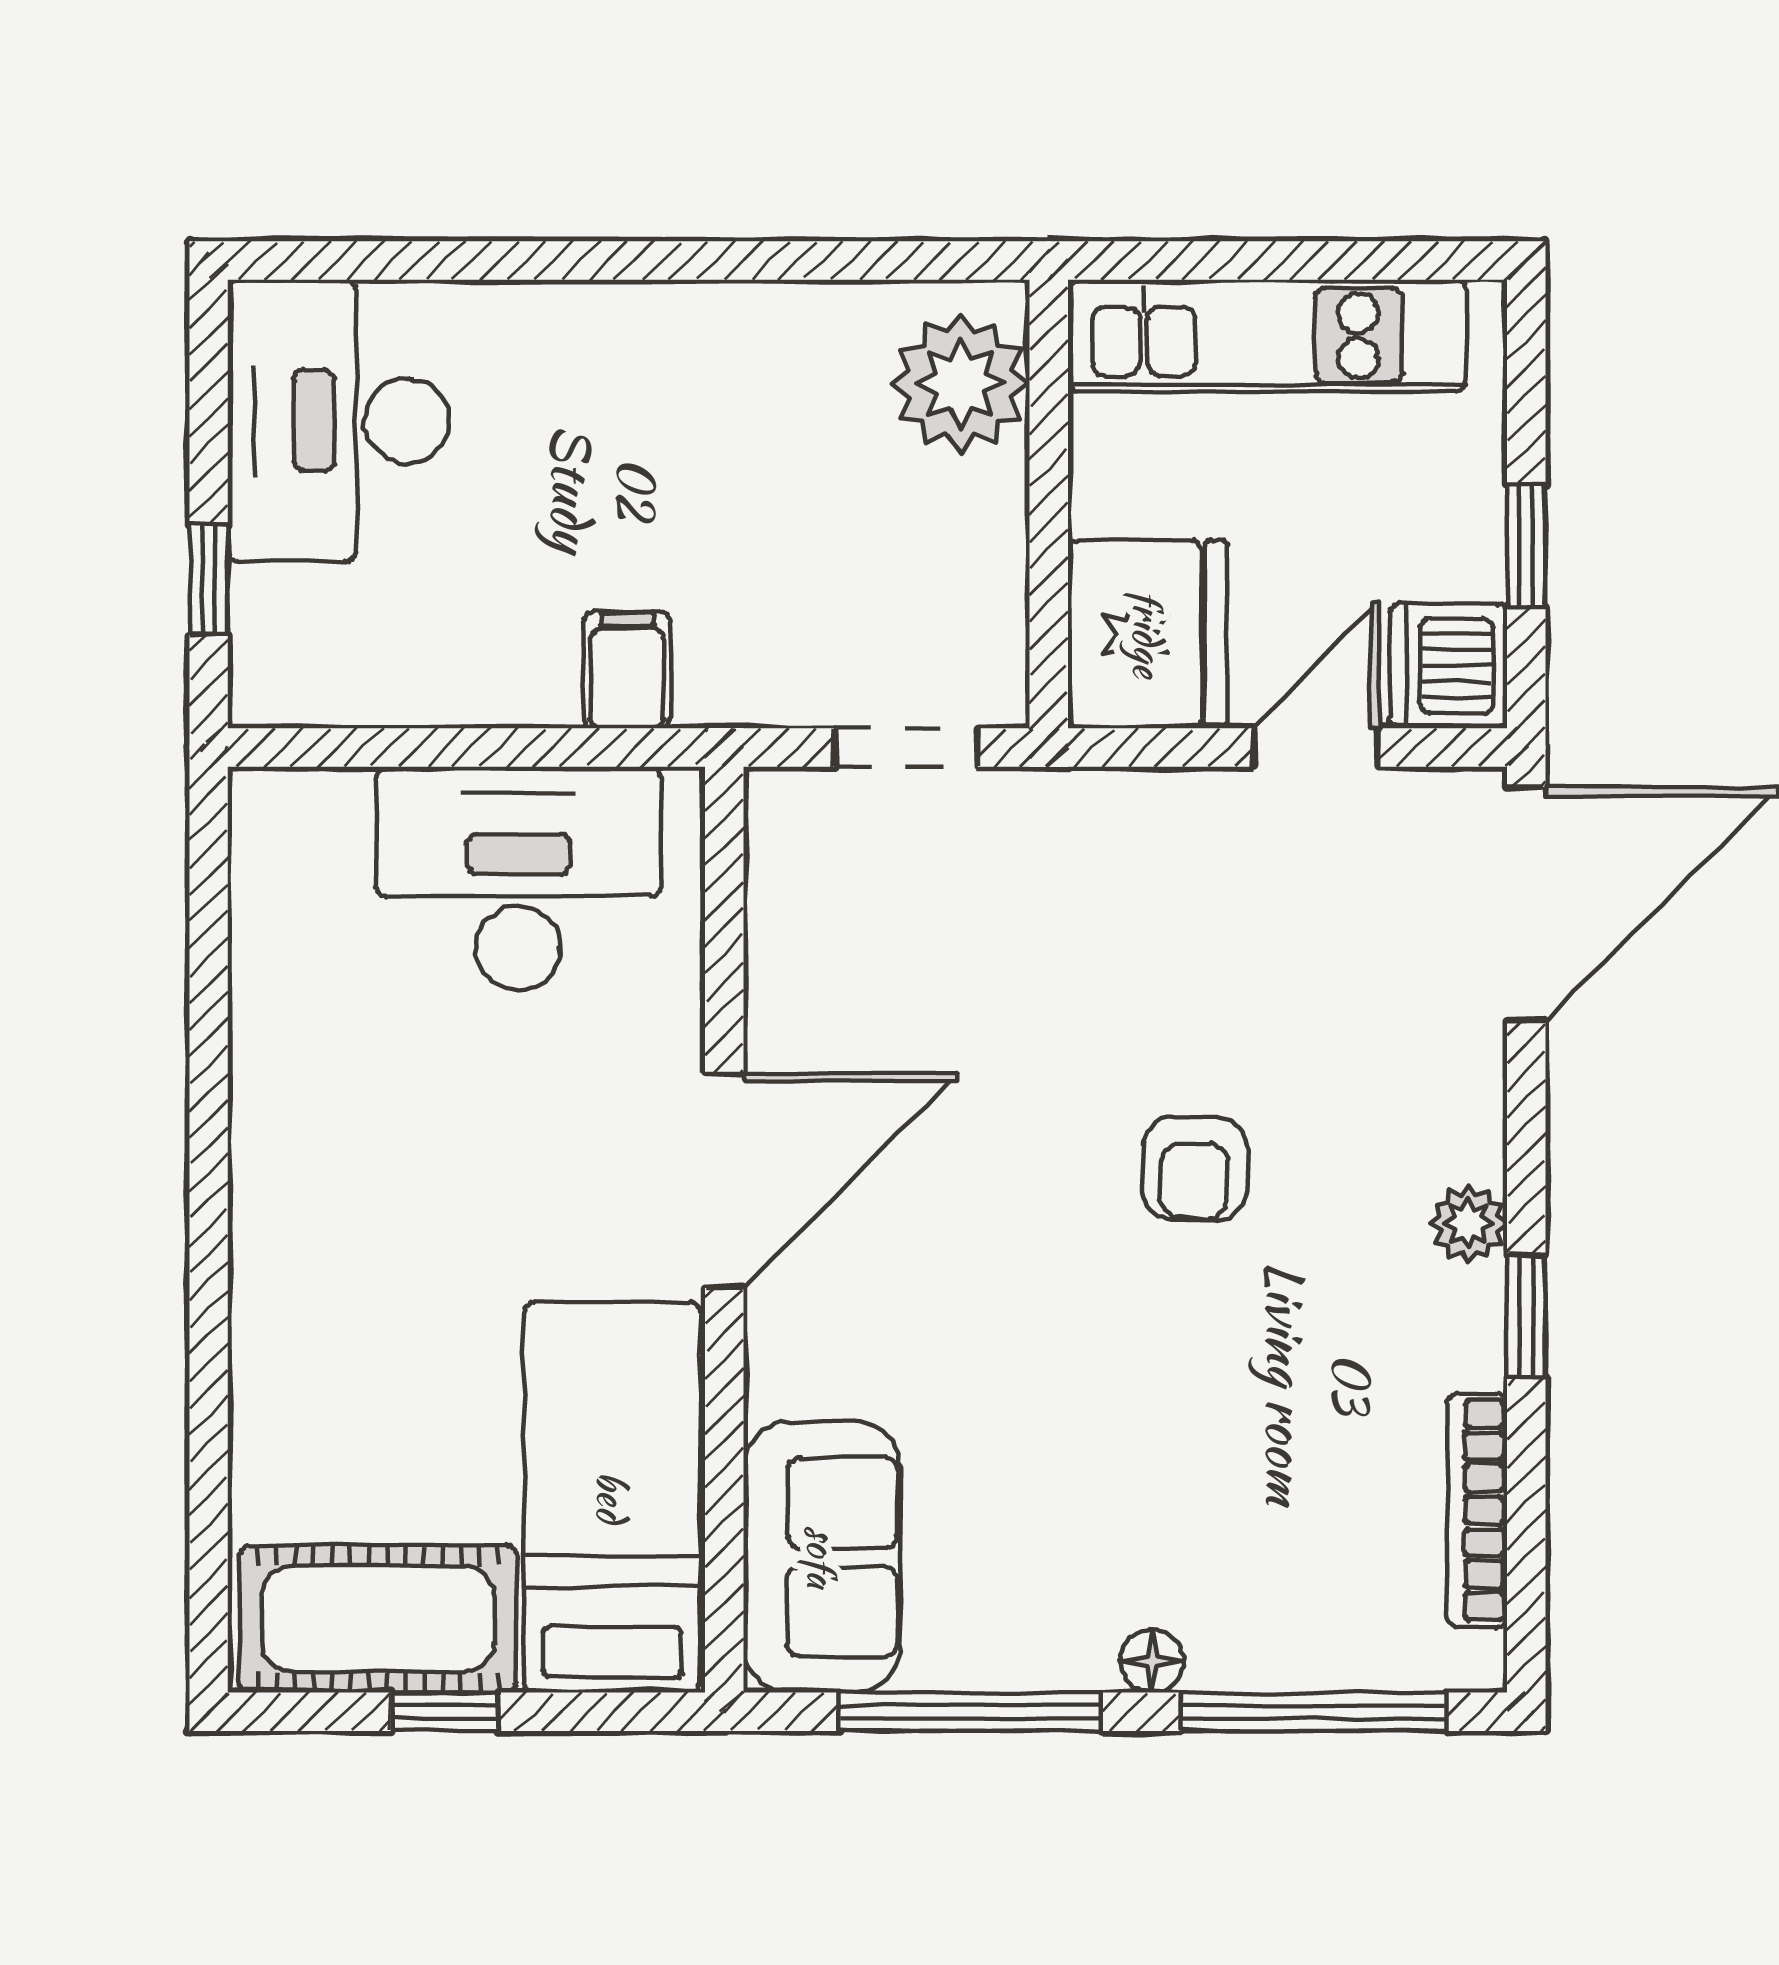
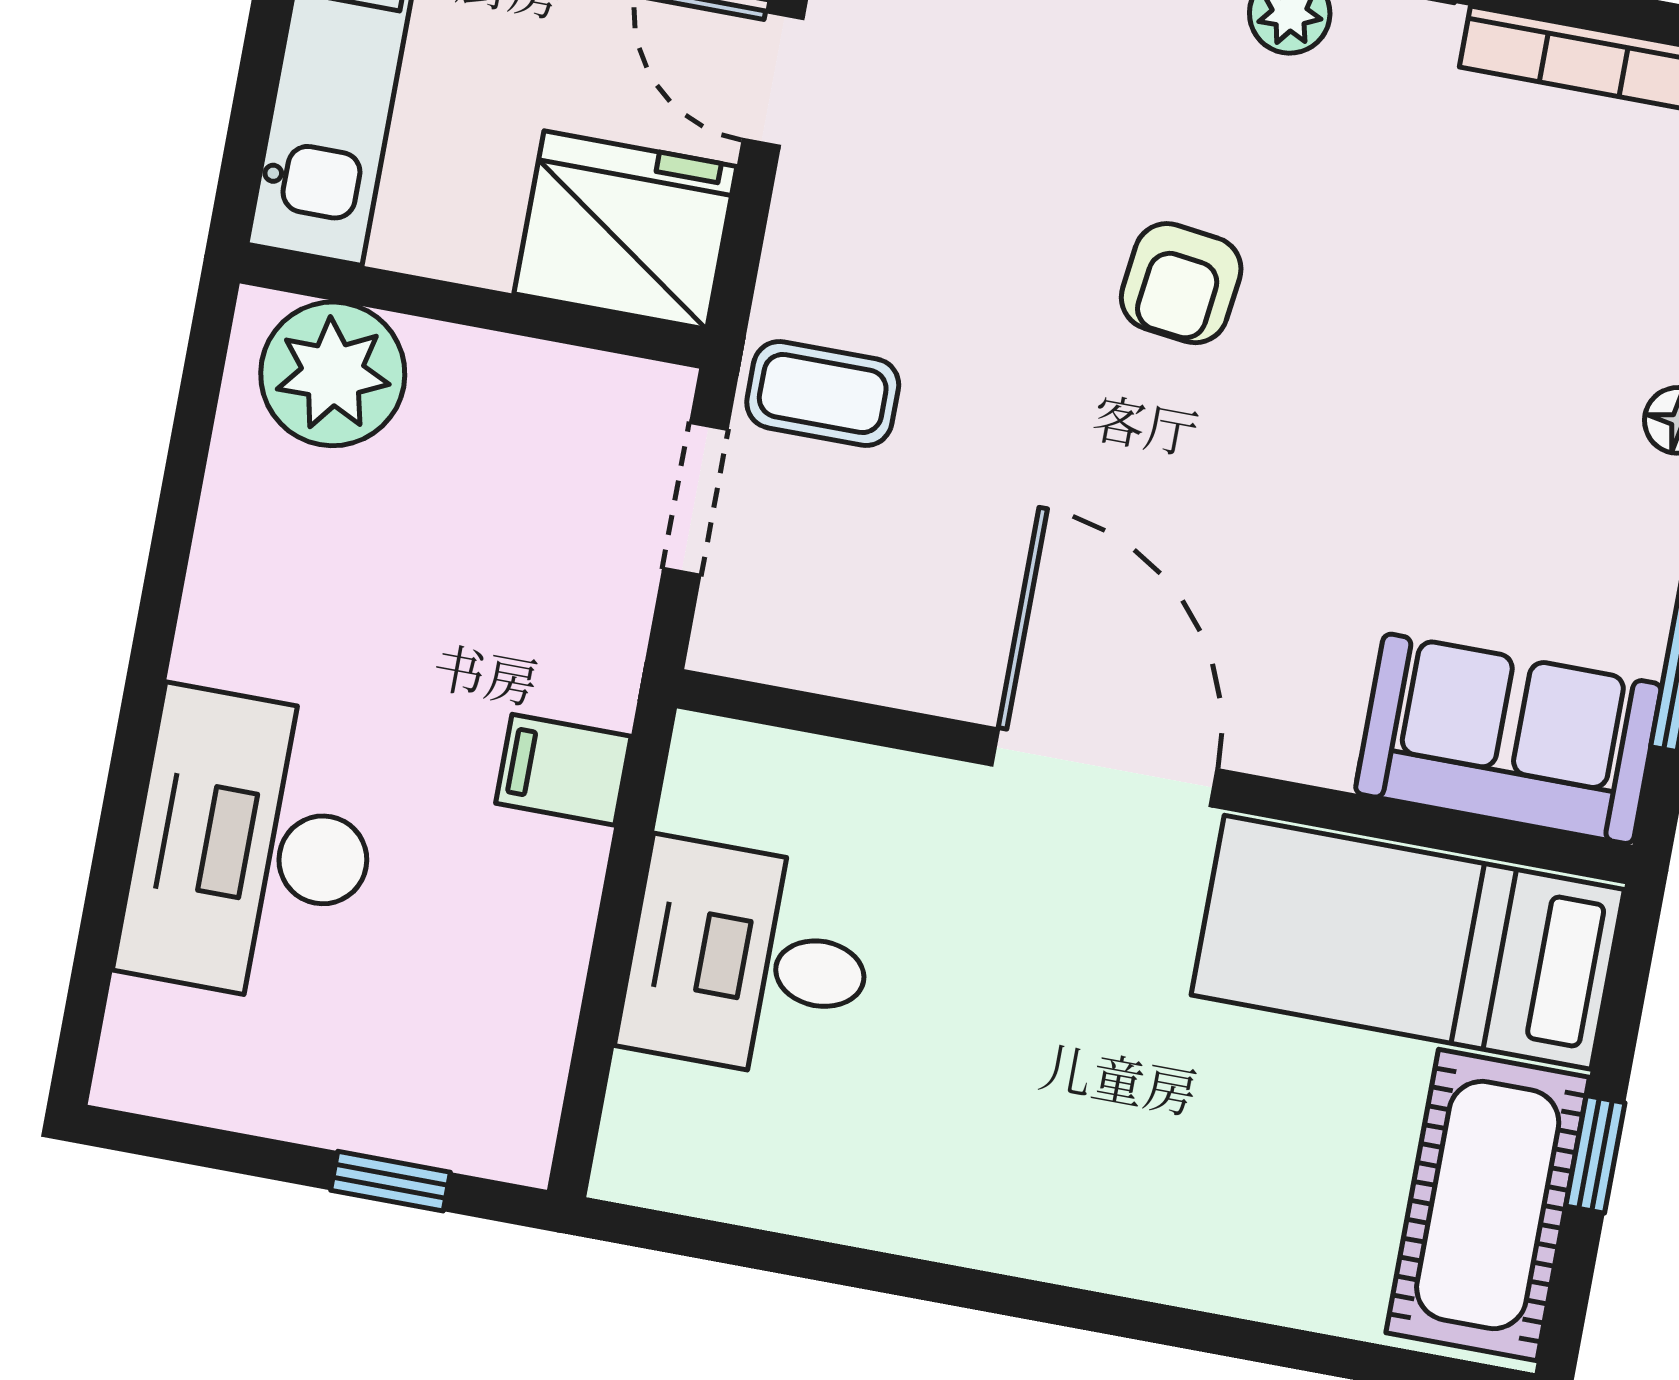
desk: (338, 421) -> (253, 847), moved, turned 90
coffee table: (1028, 849) -> (823, 393), added
desk: (518, 879) -> (749, 960), width x0.73
armchair: (1195, 1168) -> (1181, 283), turned 95

